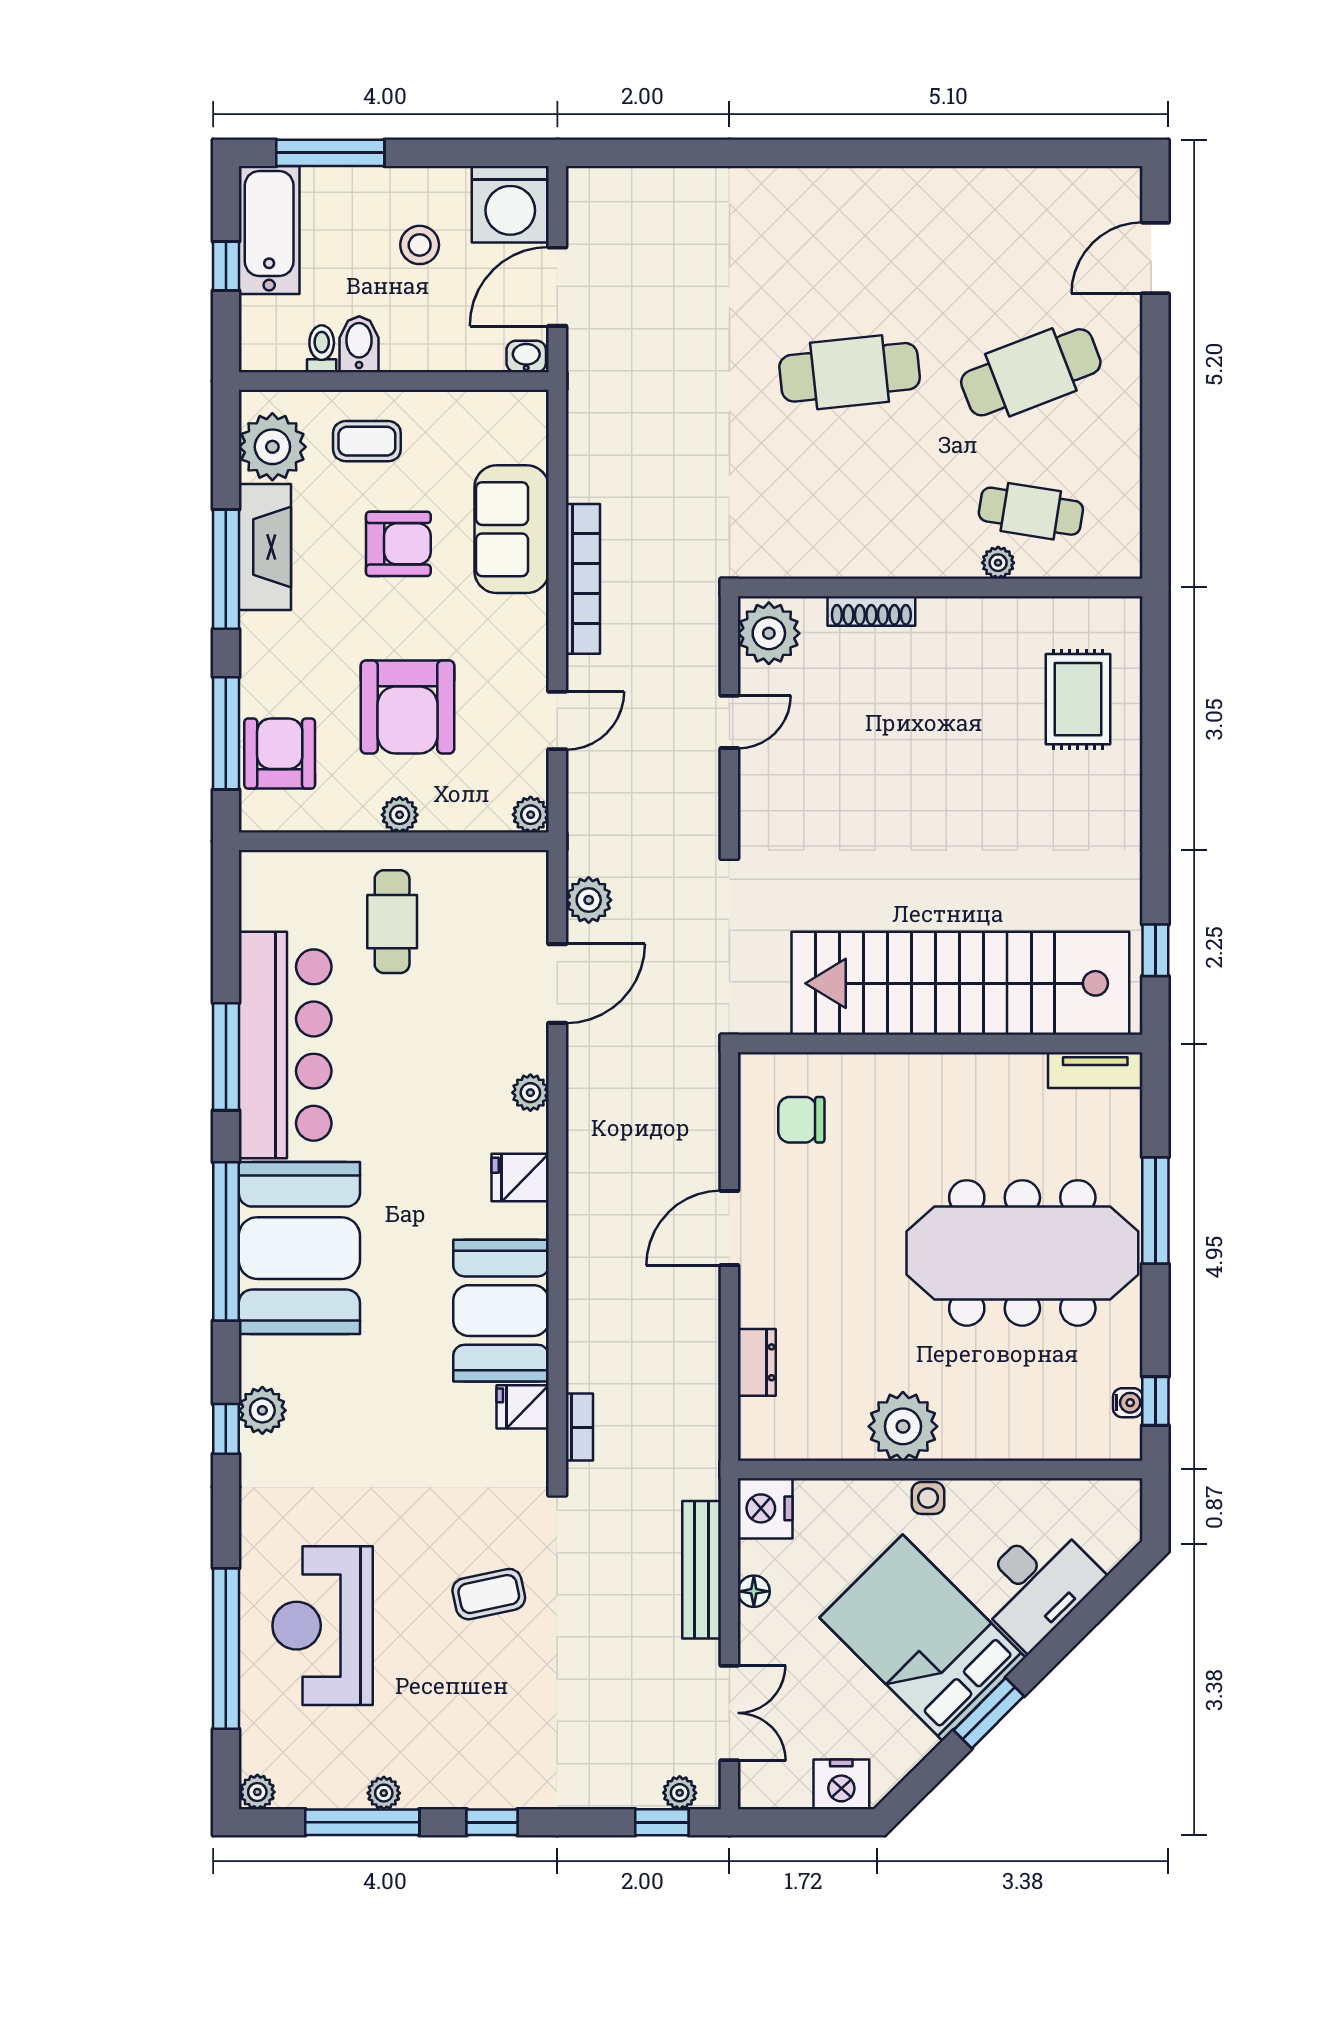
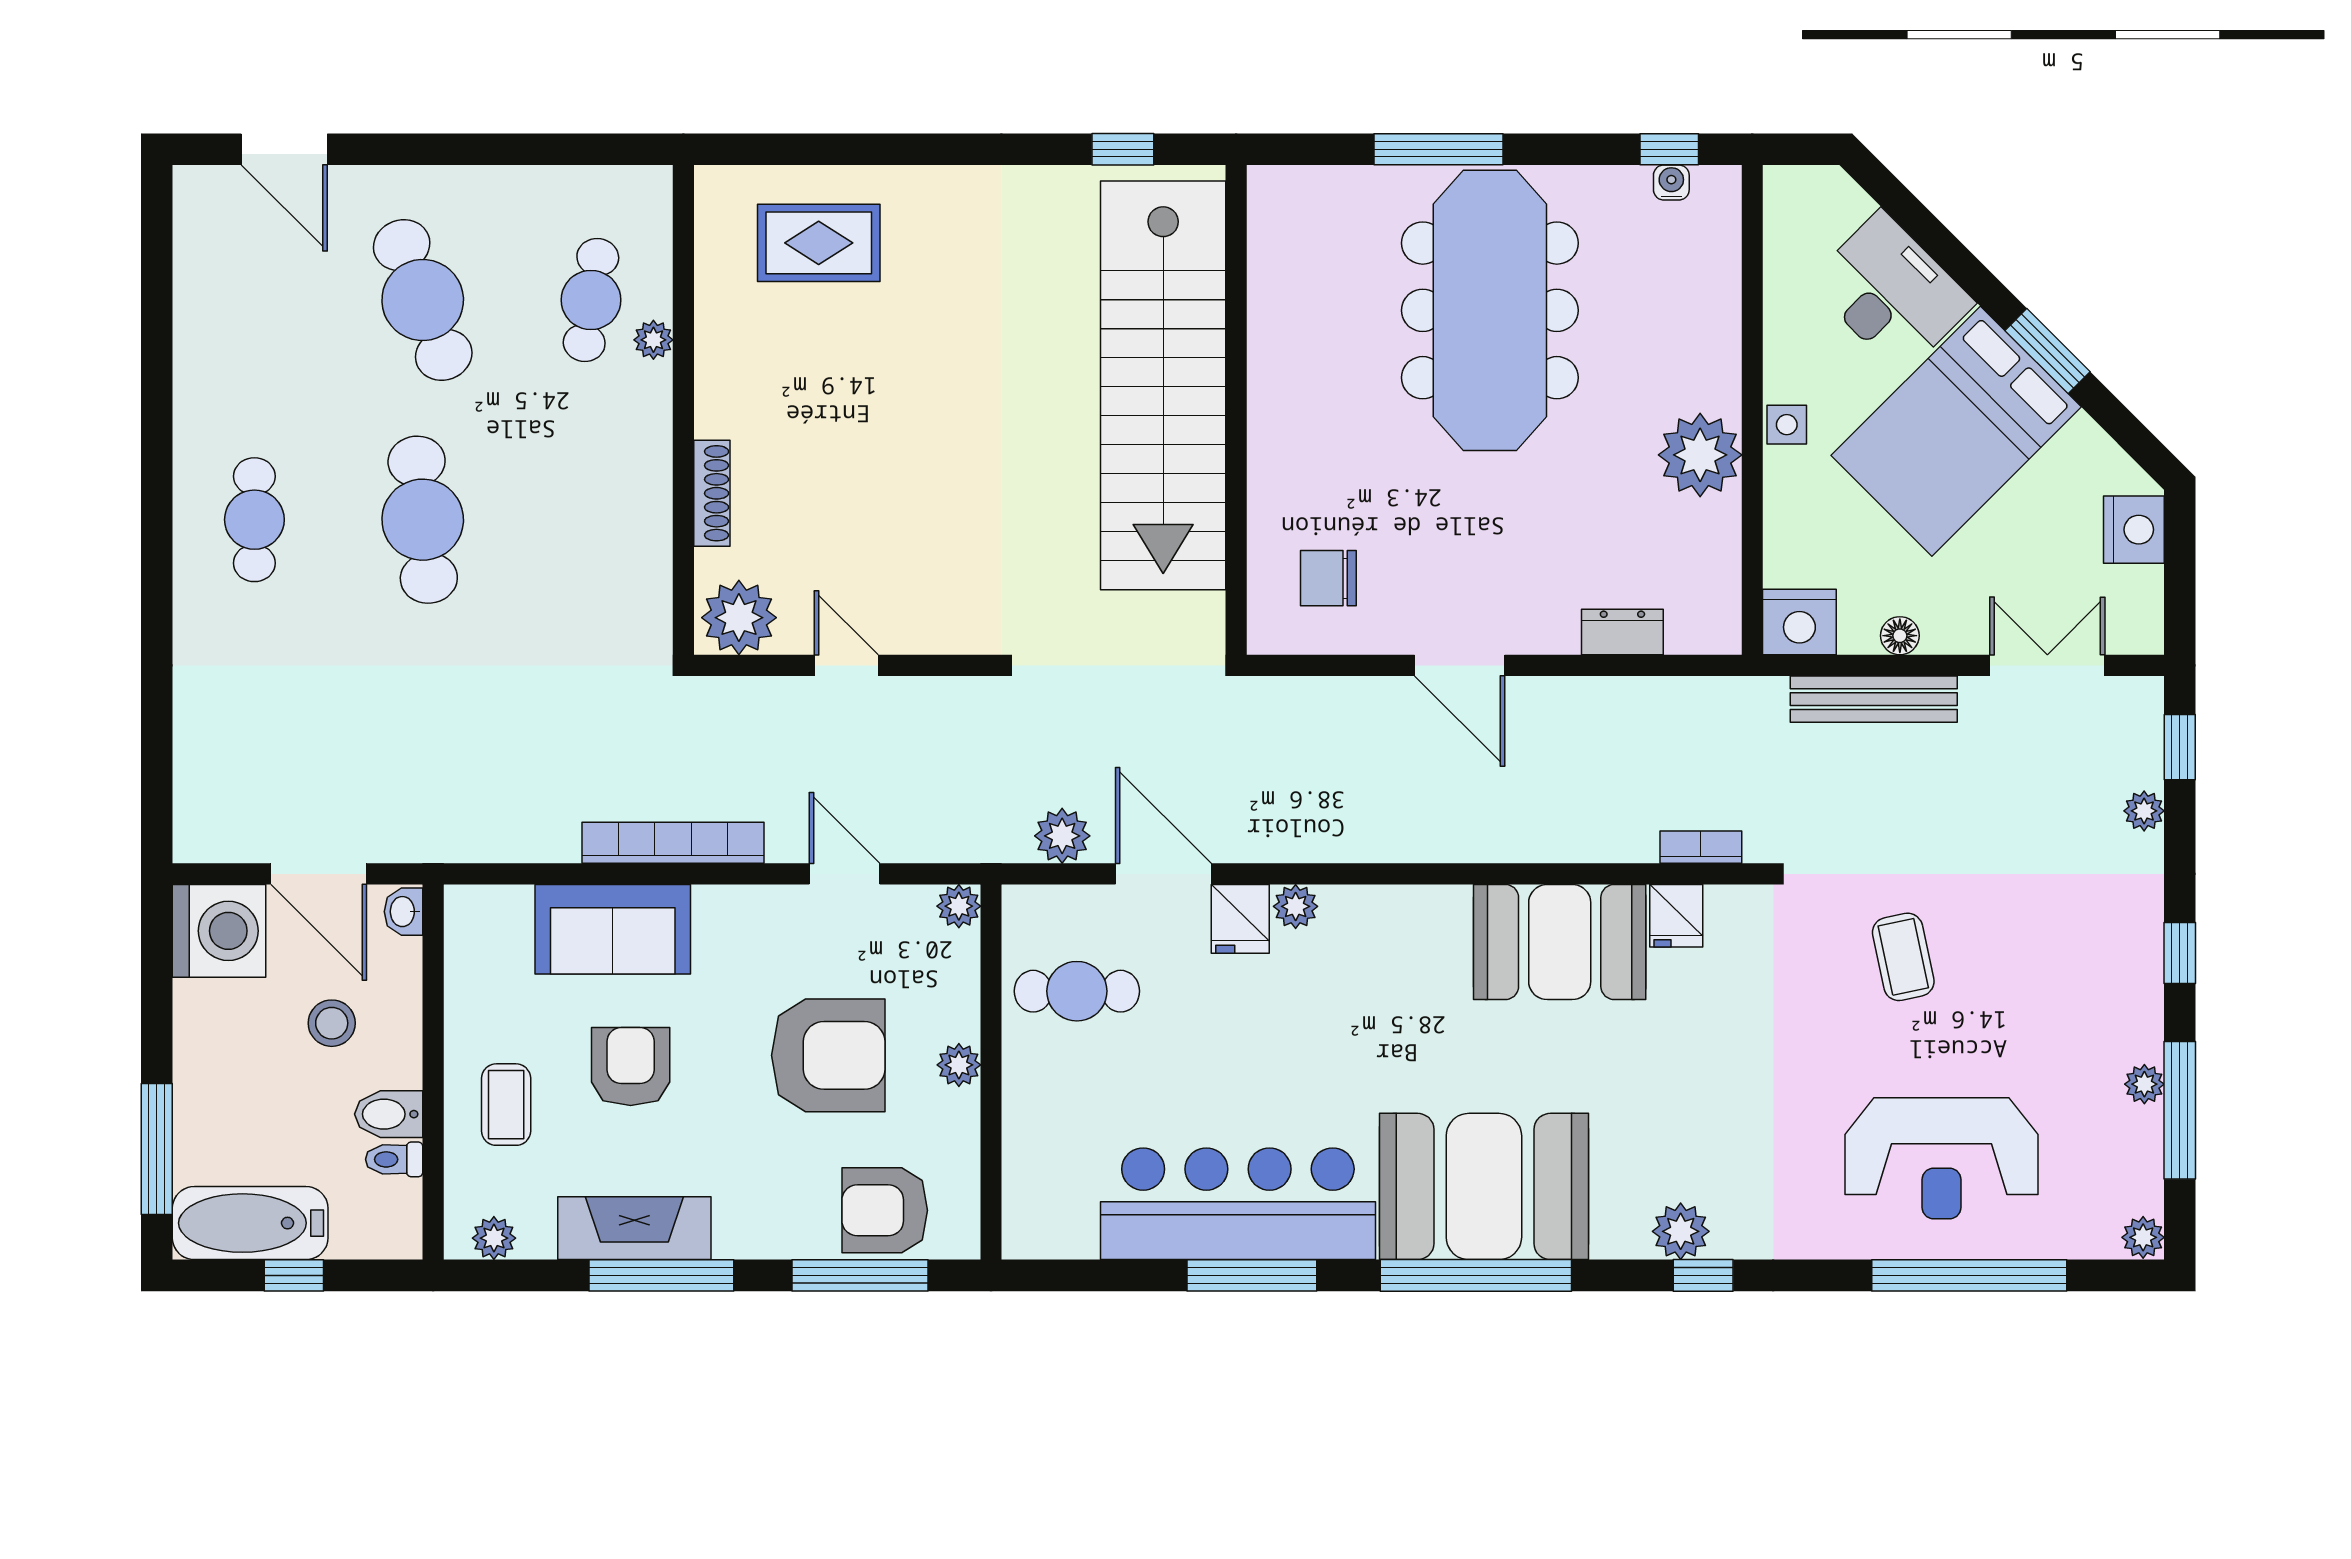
cafe table: (850, 233) -> (254, 520), added
stool: (420, 245) -> (332, 1023), moved
plant: (272, 447) -> (494, 1238), width x0.53, depth x0.53
cafe table: (392, 922) -> (1077, 991), moved
tv unit: (1095, 1070) -> (1268, 222), removed
chair: (801, 1120) -> (1328, 578), turned 90
fridge: (520, 1178) -> (1240, 919), moved
plant: (680, 1793) -> (2144, 811), moved

